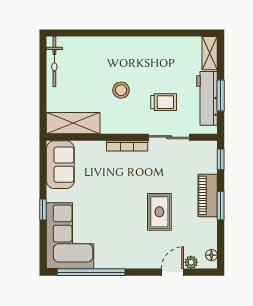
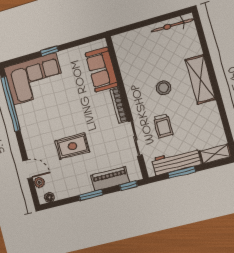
shelving: (73, 123) -> (200, 79), moved
sofa: (60, 165) -> (102, 70), moved, turned 90
piano: (208, 195) -> (110, 179), moved

